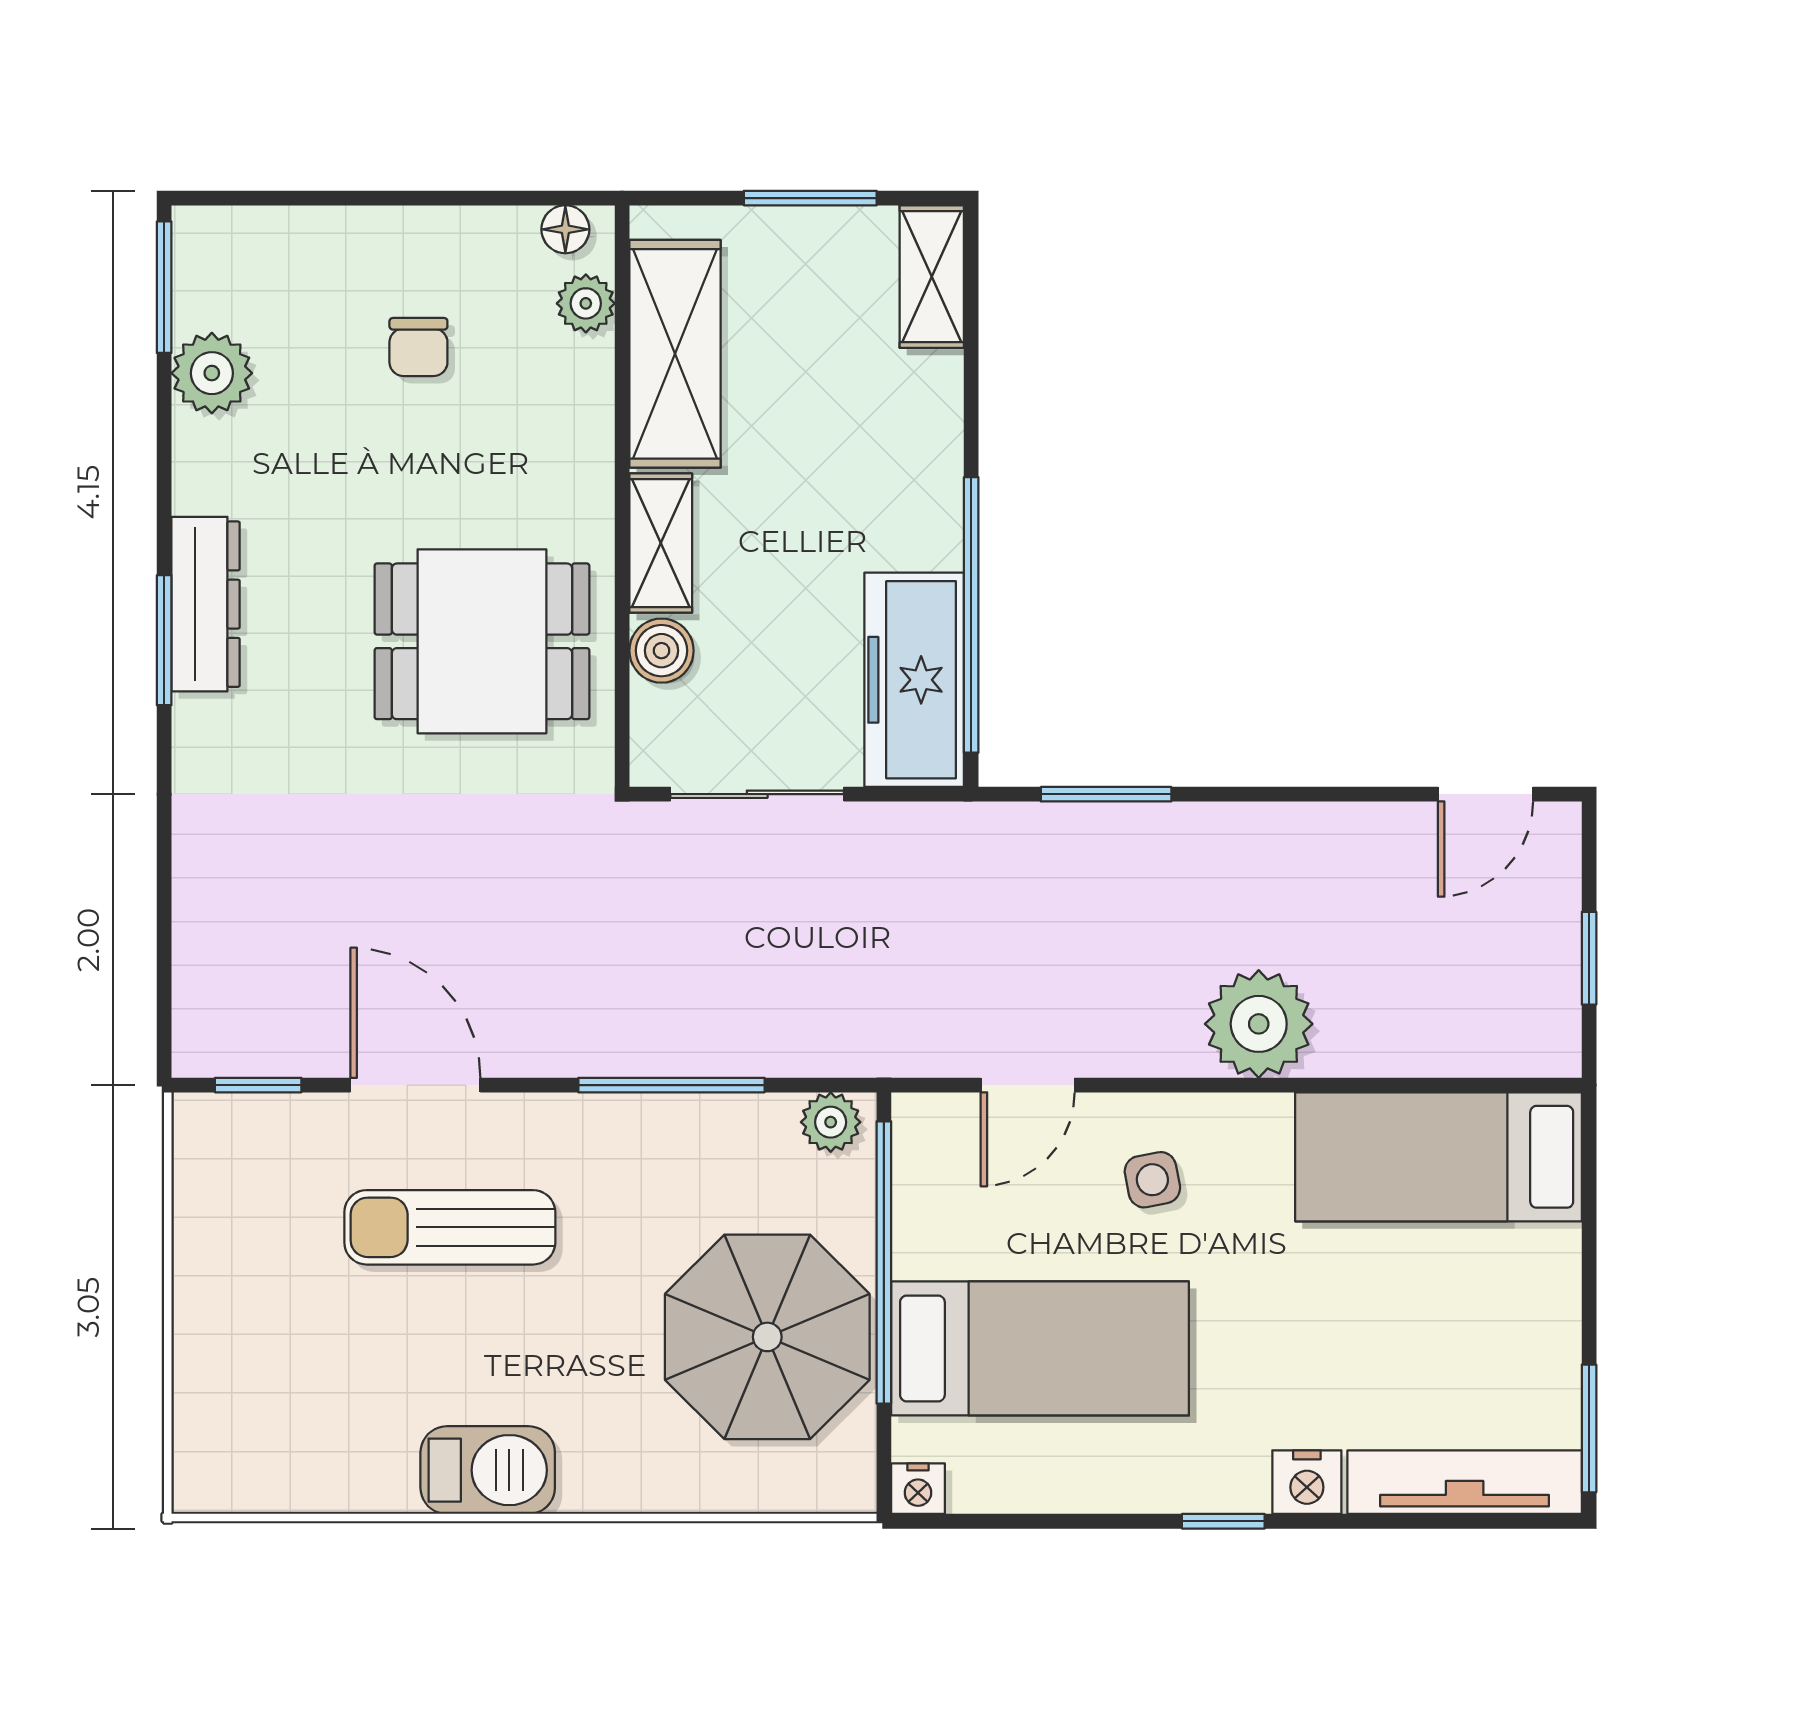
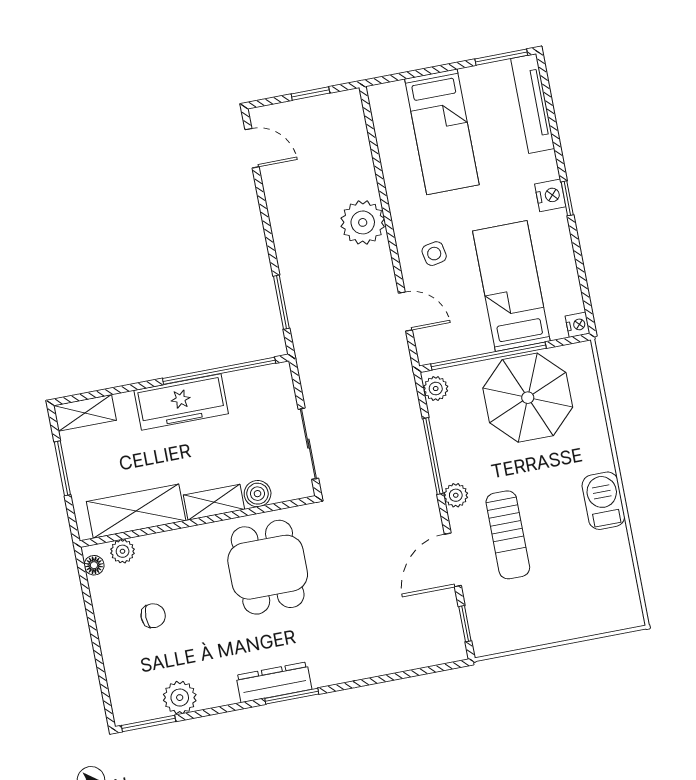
freezer: (914, 680) -> (181, 402), moved
plant: (568, 1121) -> (456, 495), added
bed: (1438, 1157) -> (442, 132), moved
nightstand: (1307, 1482) -> (550, 195), moved

